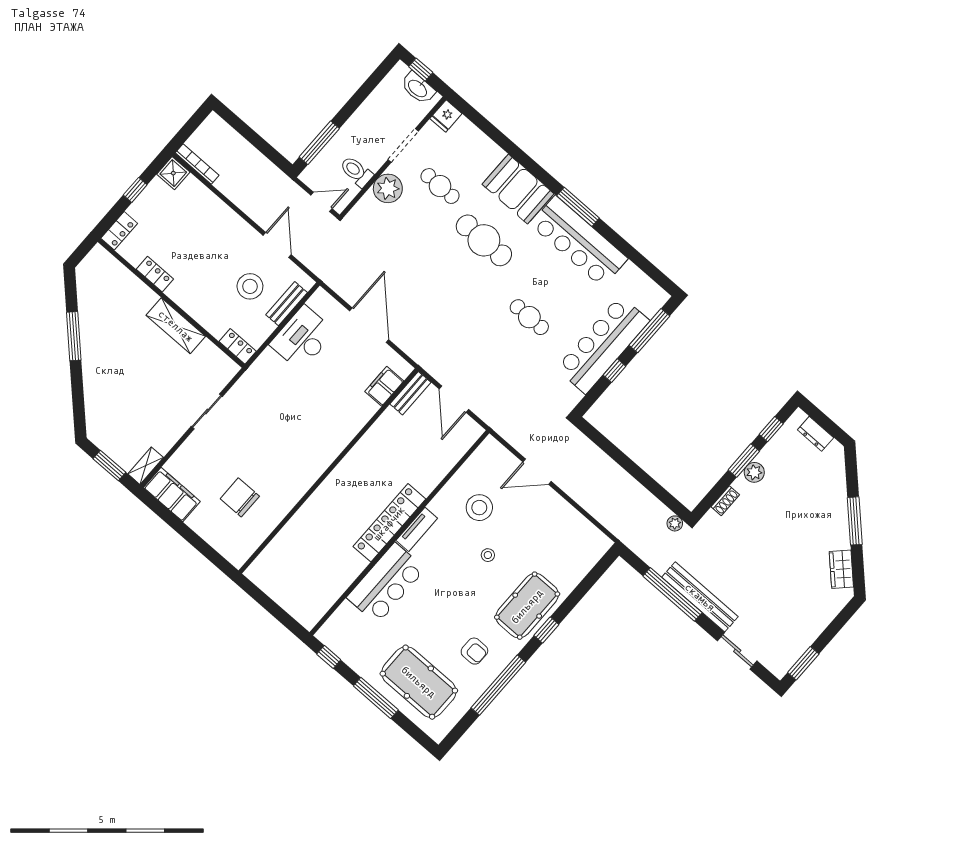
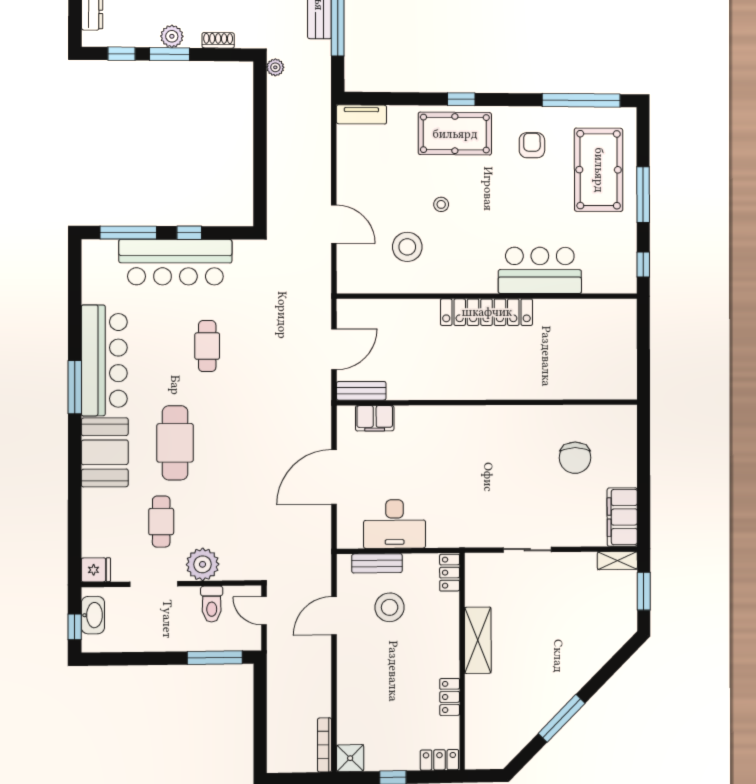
tv unit: (417, 529) -> (361, 114), moved, turned 180
window: (498, 685) -> (581, 100), moved

